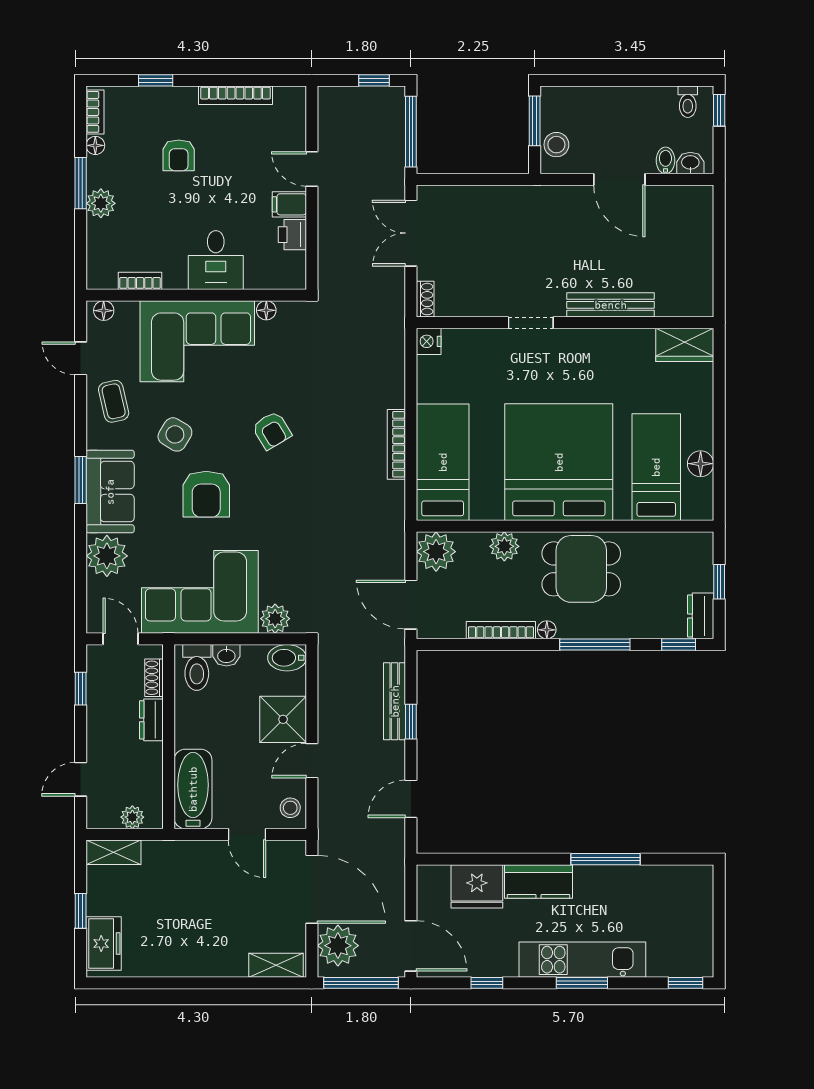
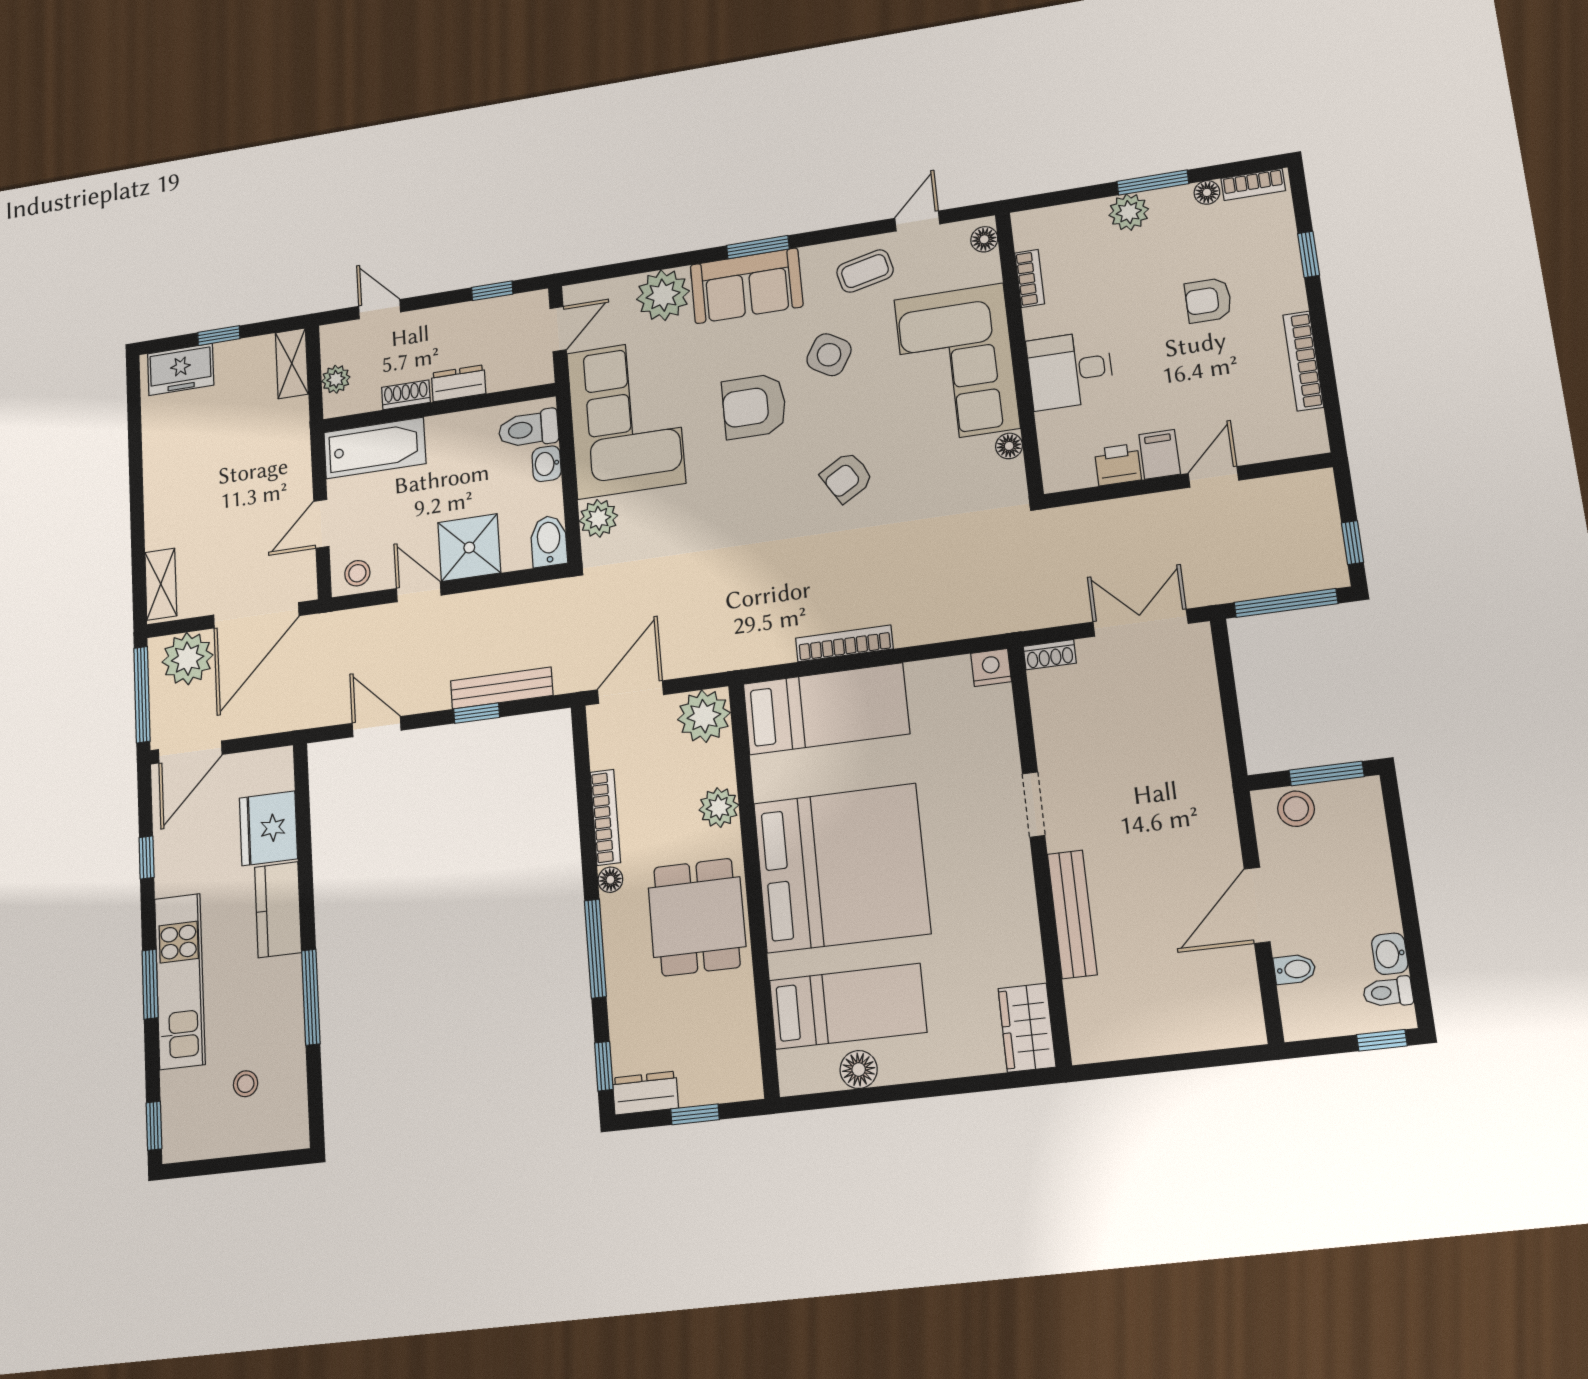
washbasin: (690, 163) -> (1390, 954), moved, turned 180
shoe rack: (154, 678) -> (406, 395), moved
stool: (663, 912) -> (246, 1084), added

